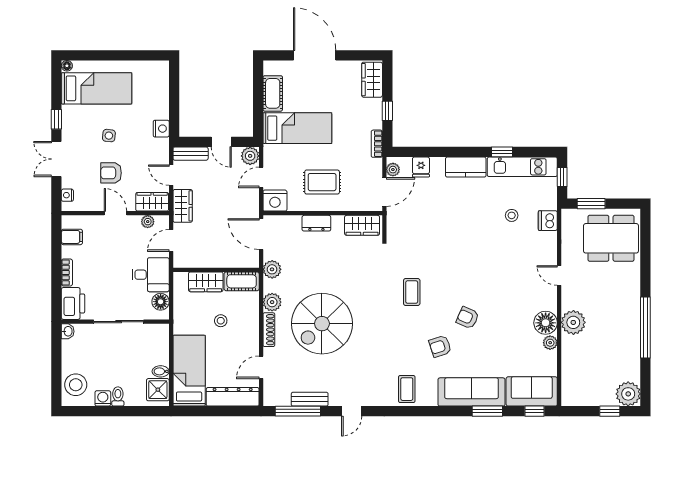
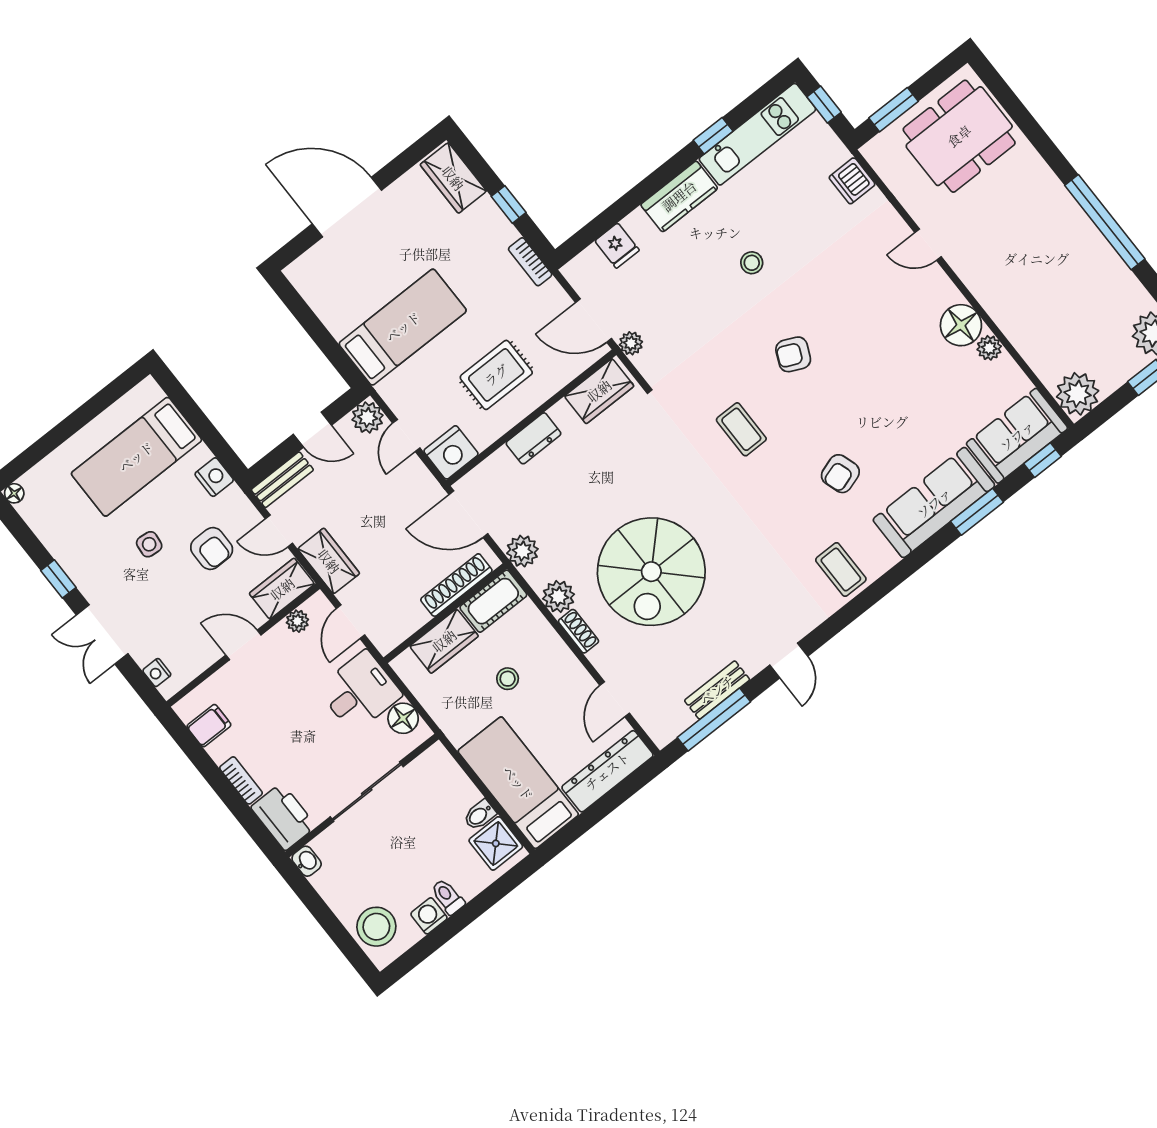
bed: (97, 88) -> (136, 457), moved, turned 180
cot: (273, 93) -> (330, 306), removed
plant: (393, 170) -> (631, 343), moved
armchair: (111, 173) -> (212, 549), moved, turned -90
door: (384, 192) -> (593, 321), swing flipped
stool: (512, 215) -> (752, 263), moved
shoe rack: (231, 261) -> (456, 585), added
armchair: (468, 318) -> (793, 354), moved
plant: (573, 322) -> (1078, 394), moved
shoe rack: (269, 330) -> (578, 631), width x0.70

